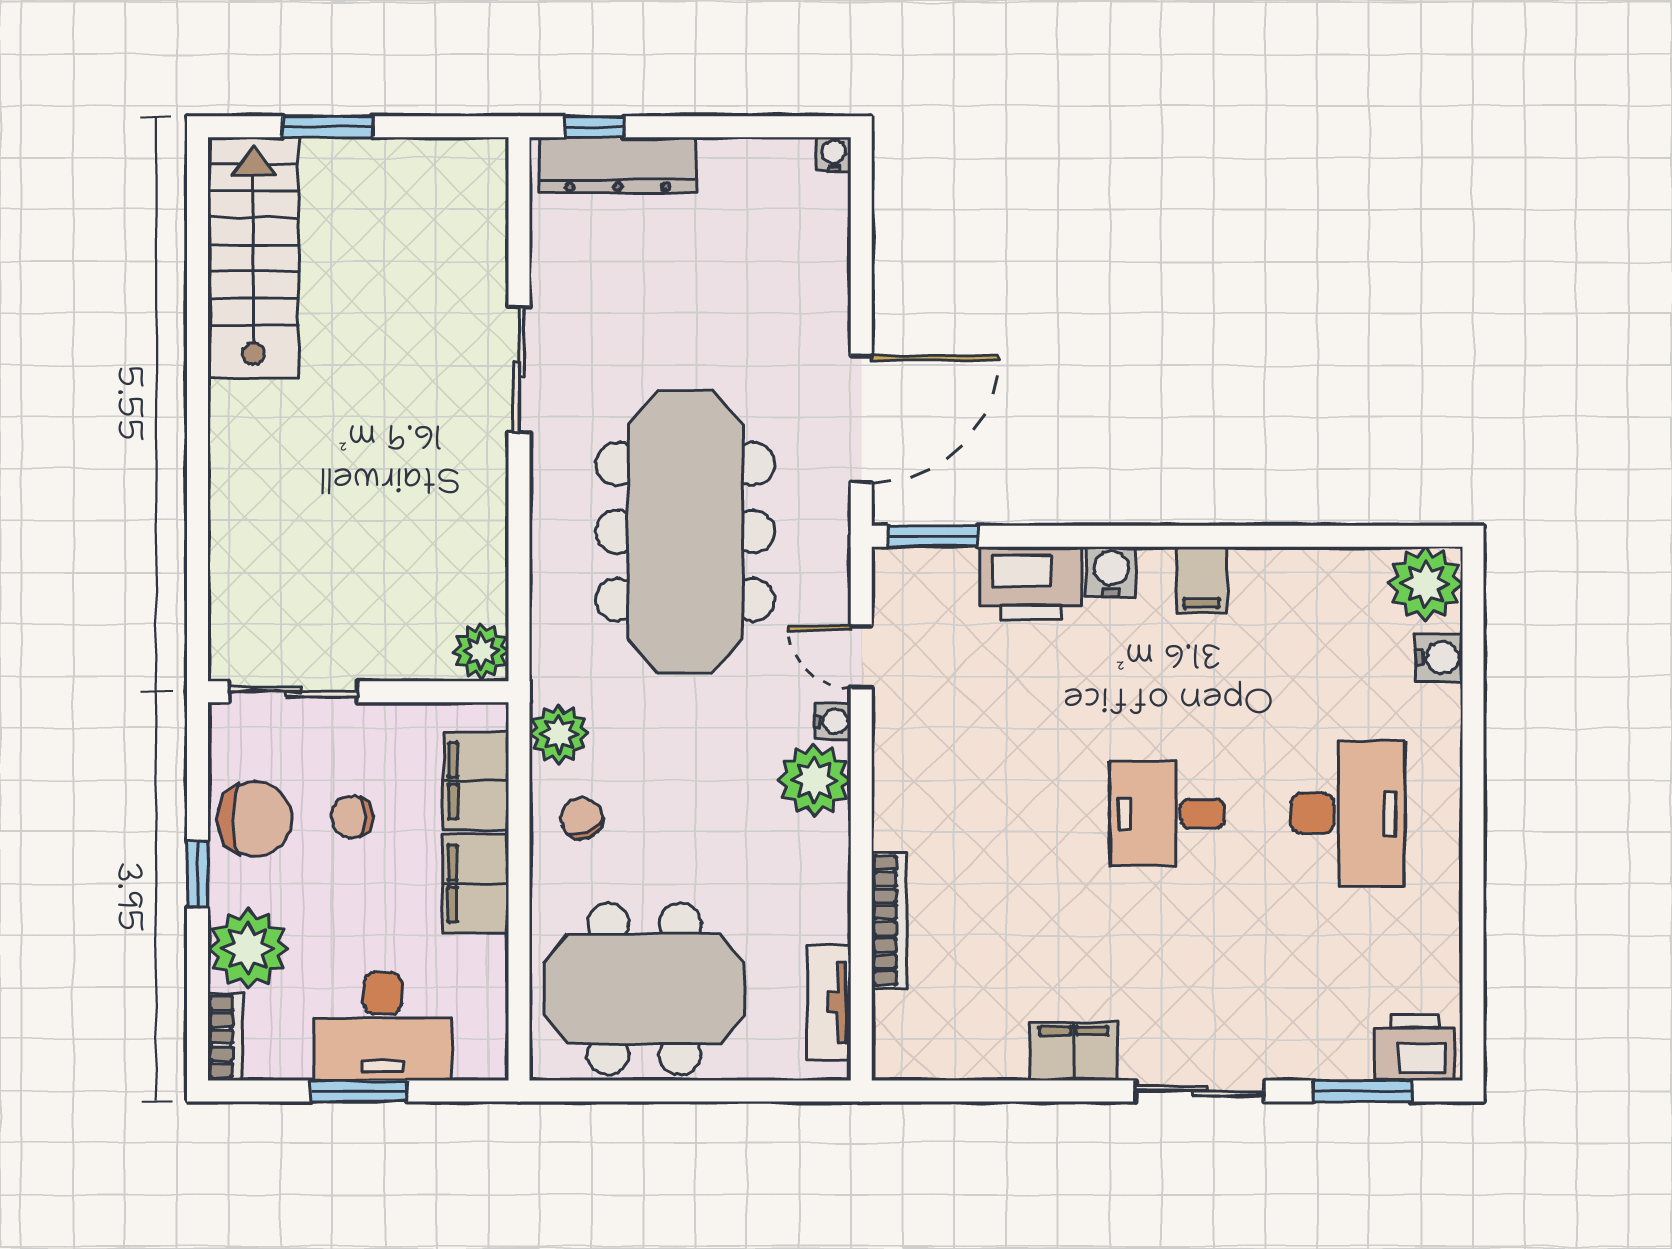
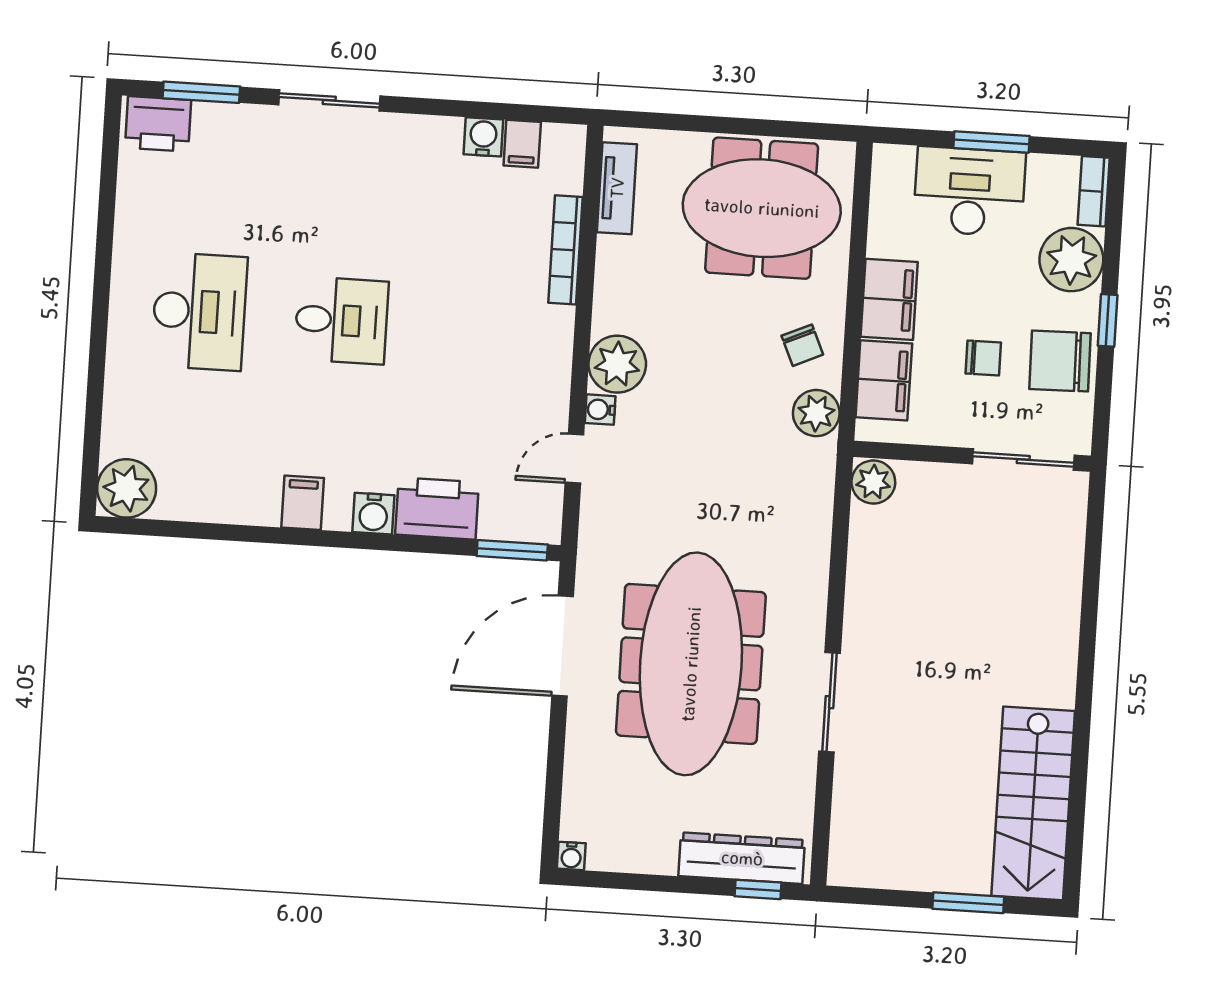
meeting table: (685, 532) -> (691, 664), moved
door: (861, 657) -> (574, 459), swing flipped
water cooler: (1439, 658) -> (483, 137), moved, turned 90
desk: (1348, 814) -> (199, 311), turned 180
filing cabinet: (1074, 1051) -> (522, 144), moved, width x0.50

